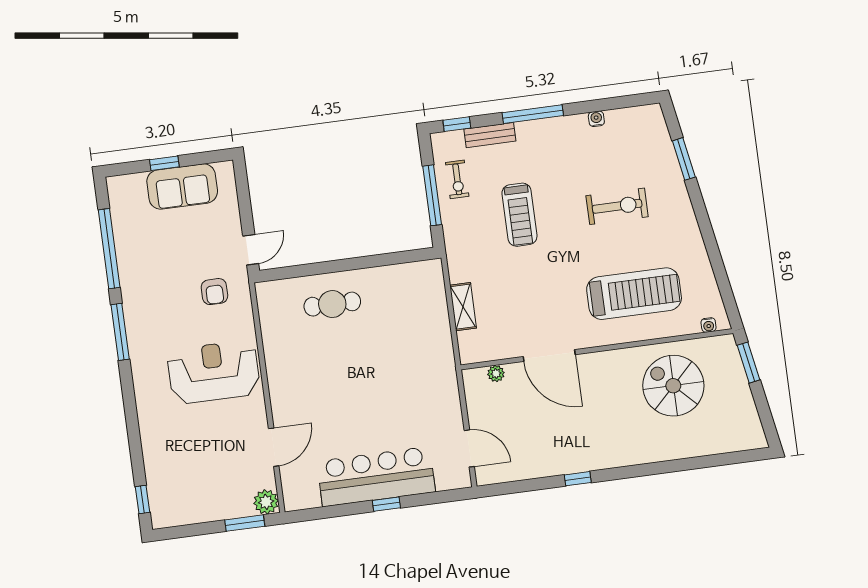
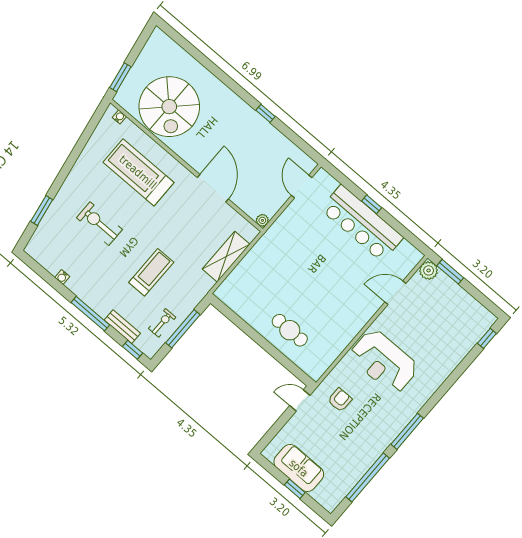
shelving: (463, 307) -> (226, 257), width x1.50, depth x1.33
plant: (496, 374) -> (262, 220), moved
spiral stairs: (673, 386) -> (169, 107), width x1.37, depth x1.37

